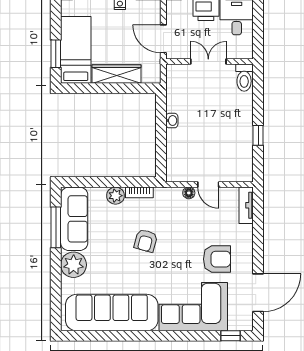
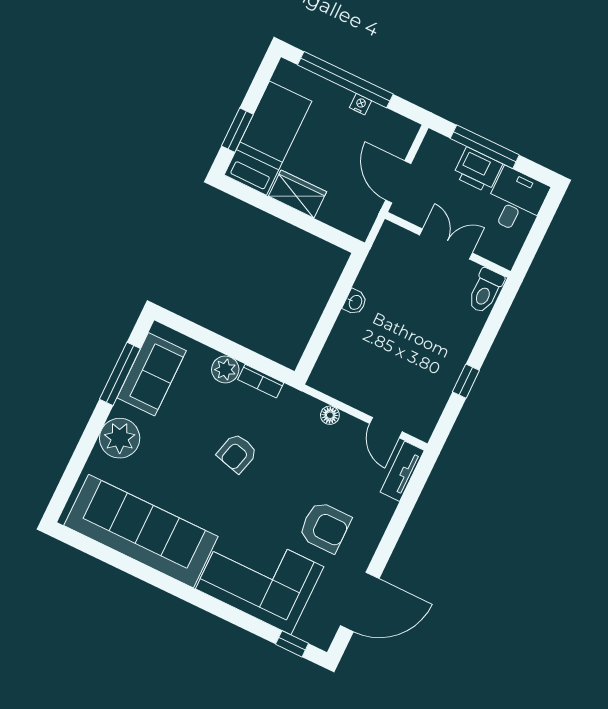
wardrobe: (117, 74) -> (297, 194), width x0.67
door: (208, 185) -> (386, 428), moved
sofa: (74, 219) -> (152, 374), width x0.73

